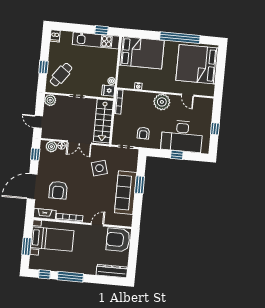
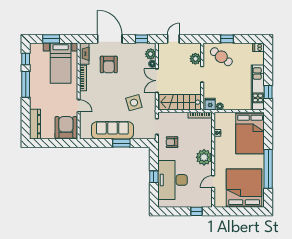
plant: (50, 100) -> (195, 59), moved
window: (215, 129) -> (197, 211), moved
armchair: (58, 190) -> (109, 64), turned -90

